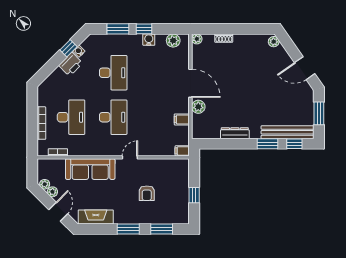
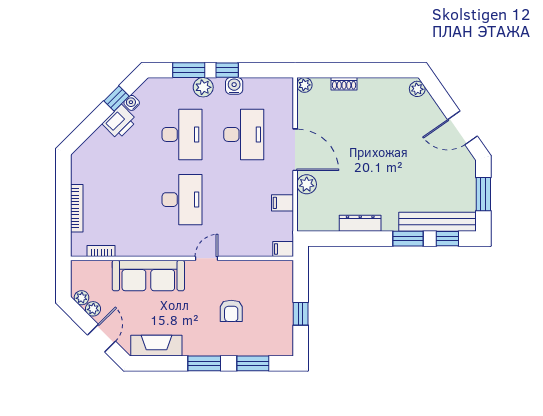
plant: (173, 41) -> (203, 87), moved
desk: (71, 117) -> (244, 134), moved

